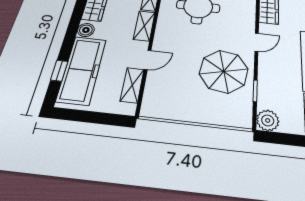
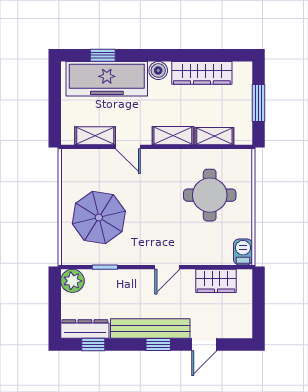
door: (257, 42) -> (167, 267), hinge flipped
parasol: (224, 71) -> (99, 217), moved

